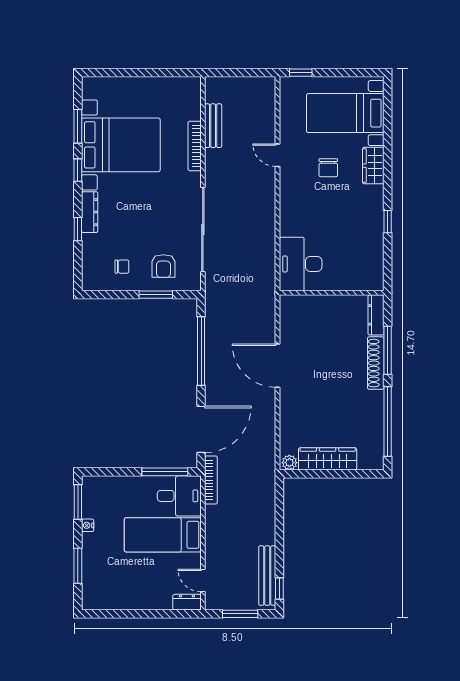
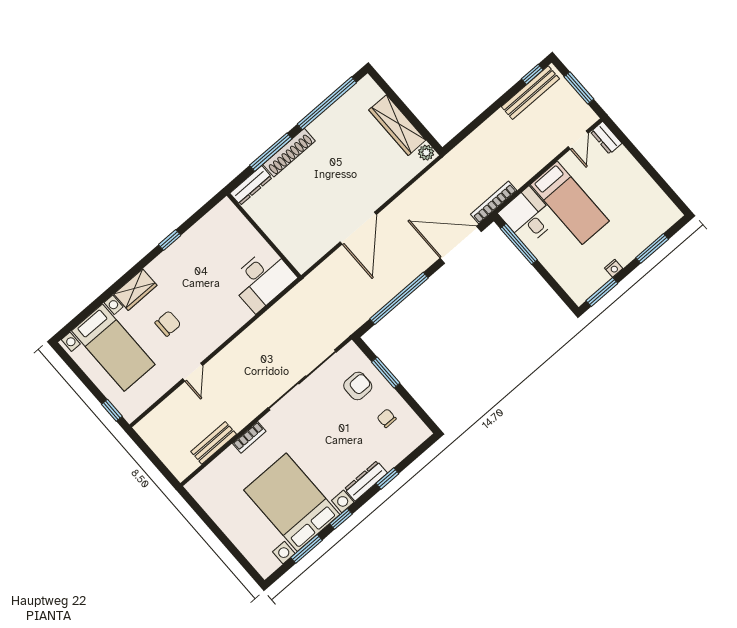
bookcase: (195, 146) -> (249, 437), width x0.64

